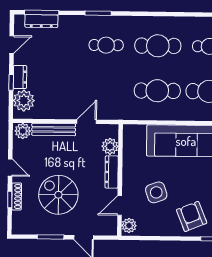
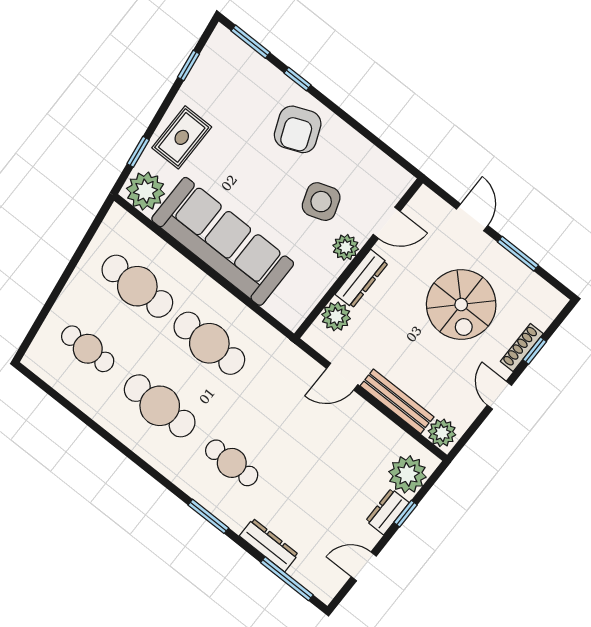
dresser: (41, 21) -> (269, 545), moved
plant: (129, 225) -> (346, 247), moved

